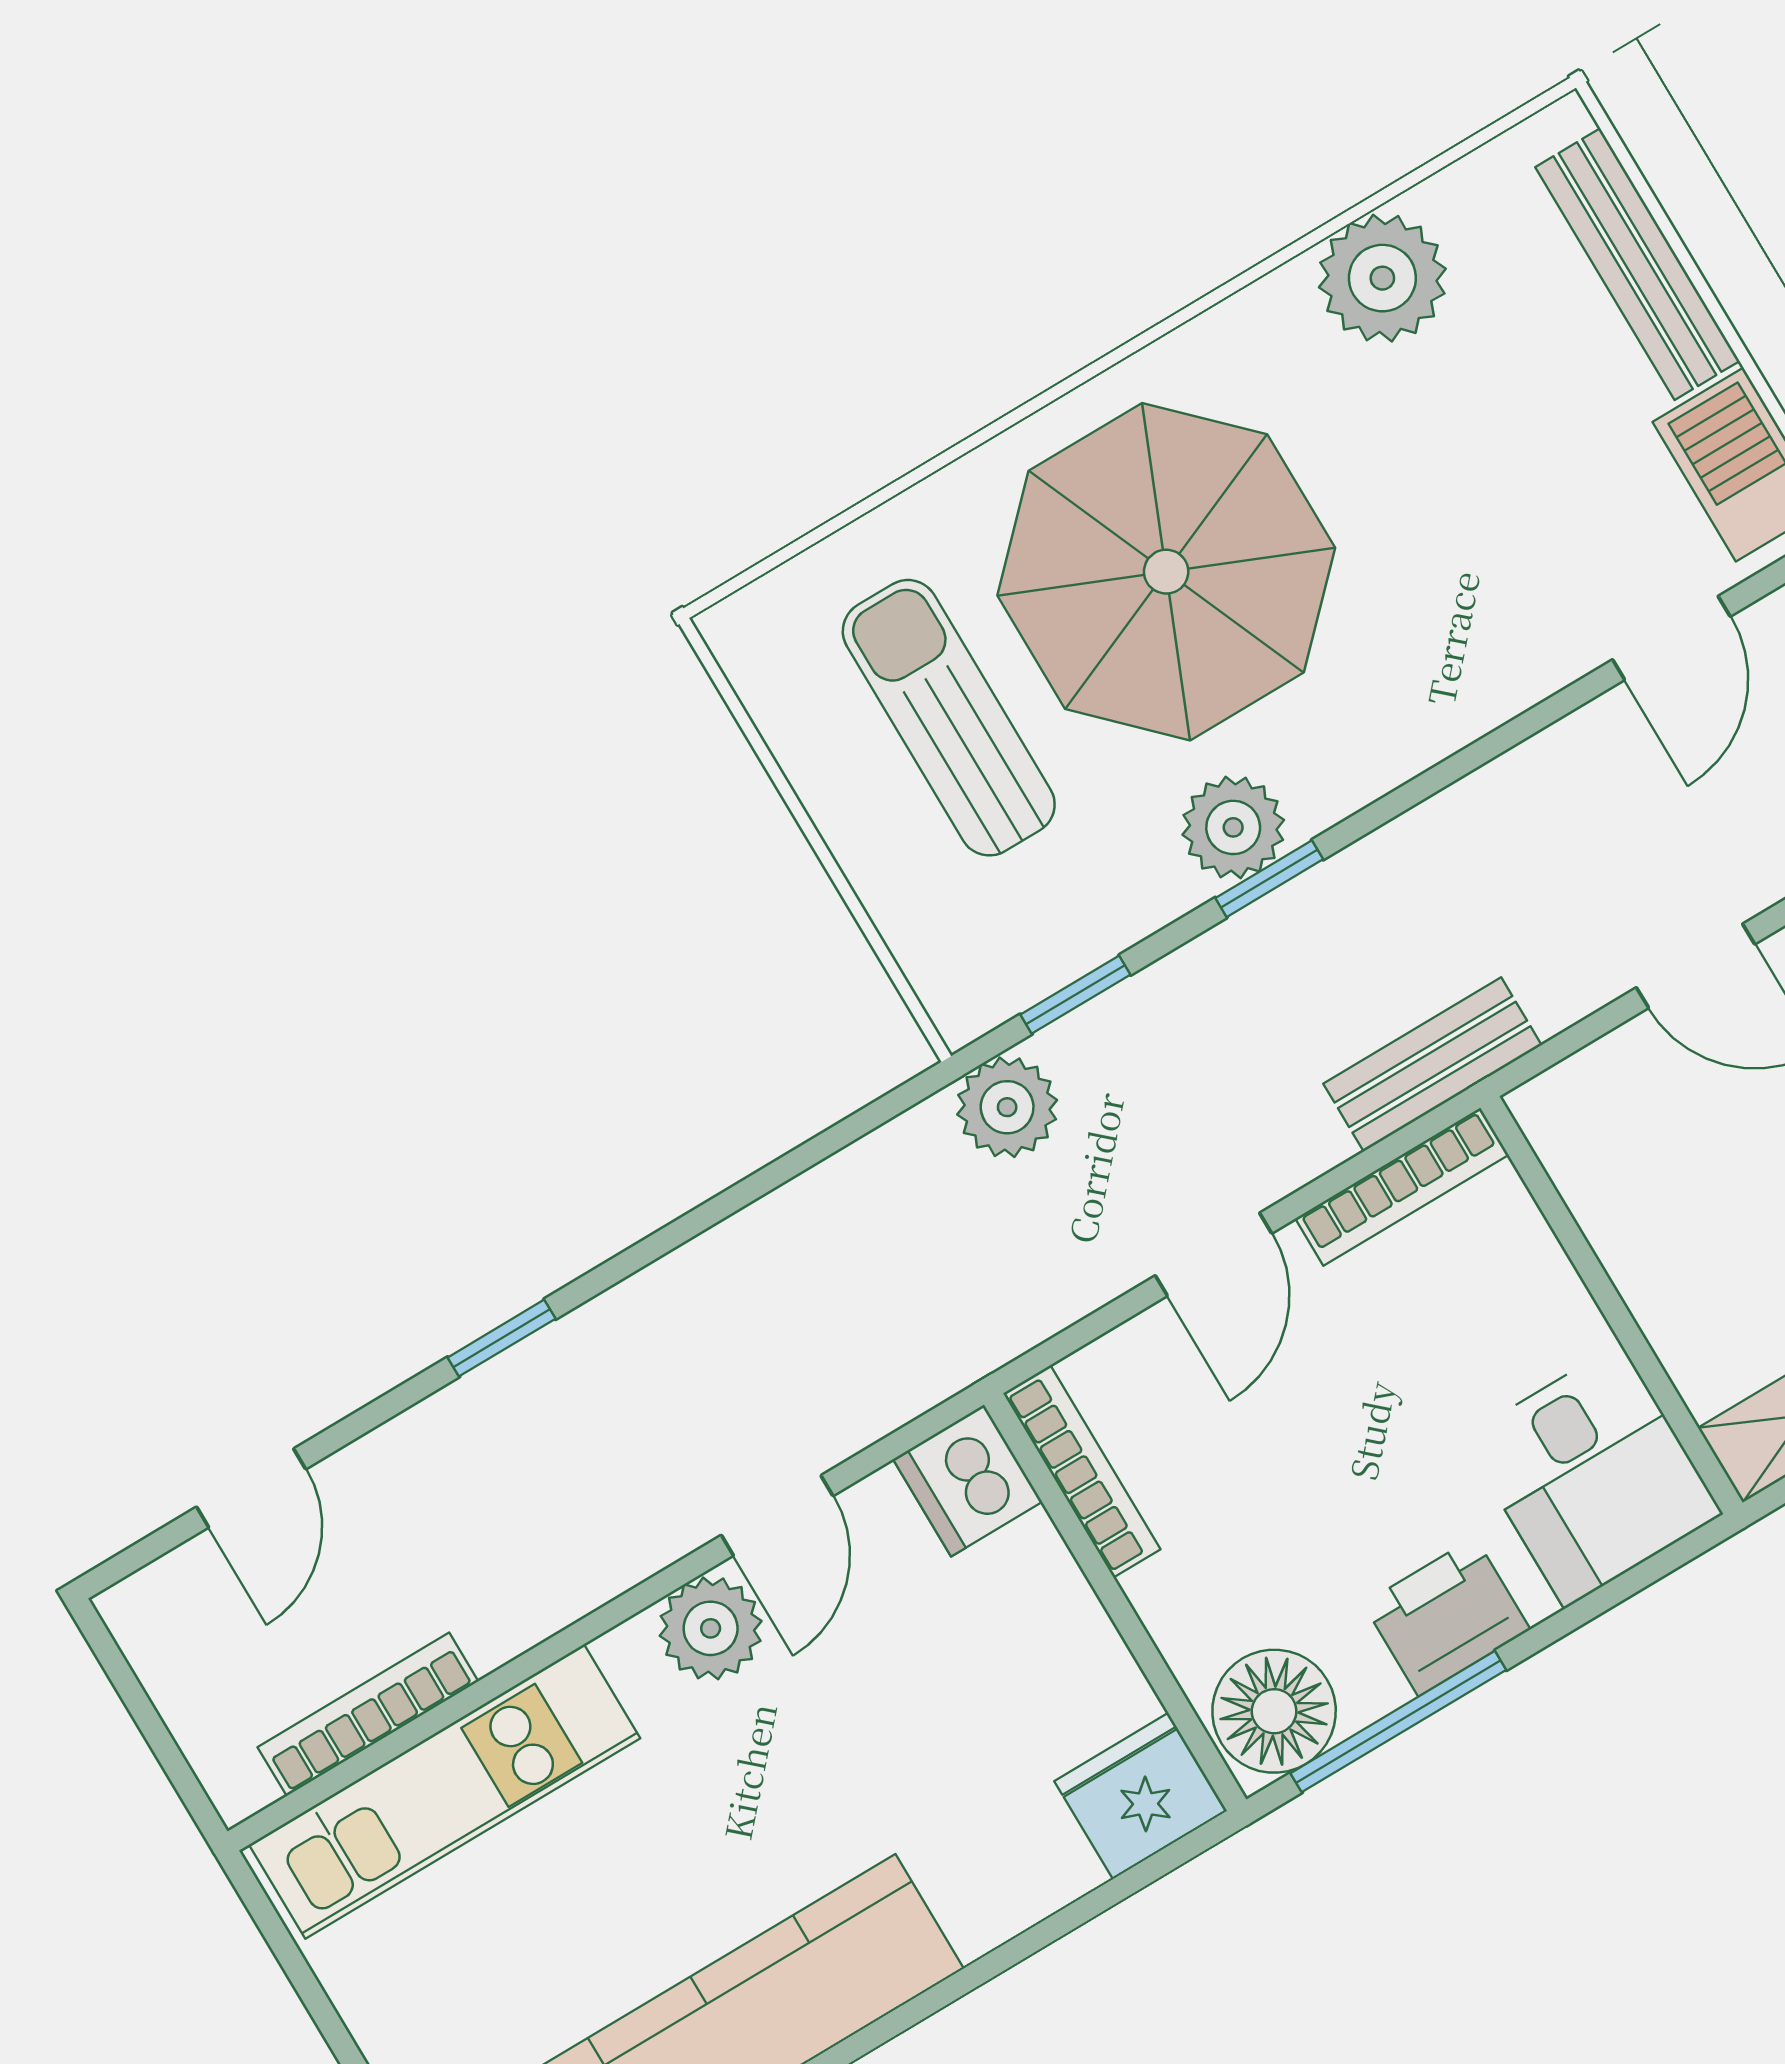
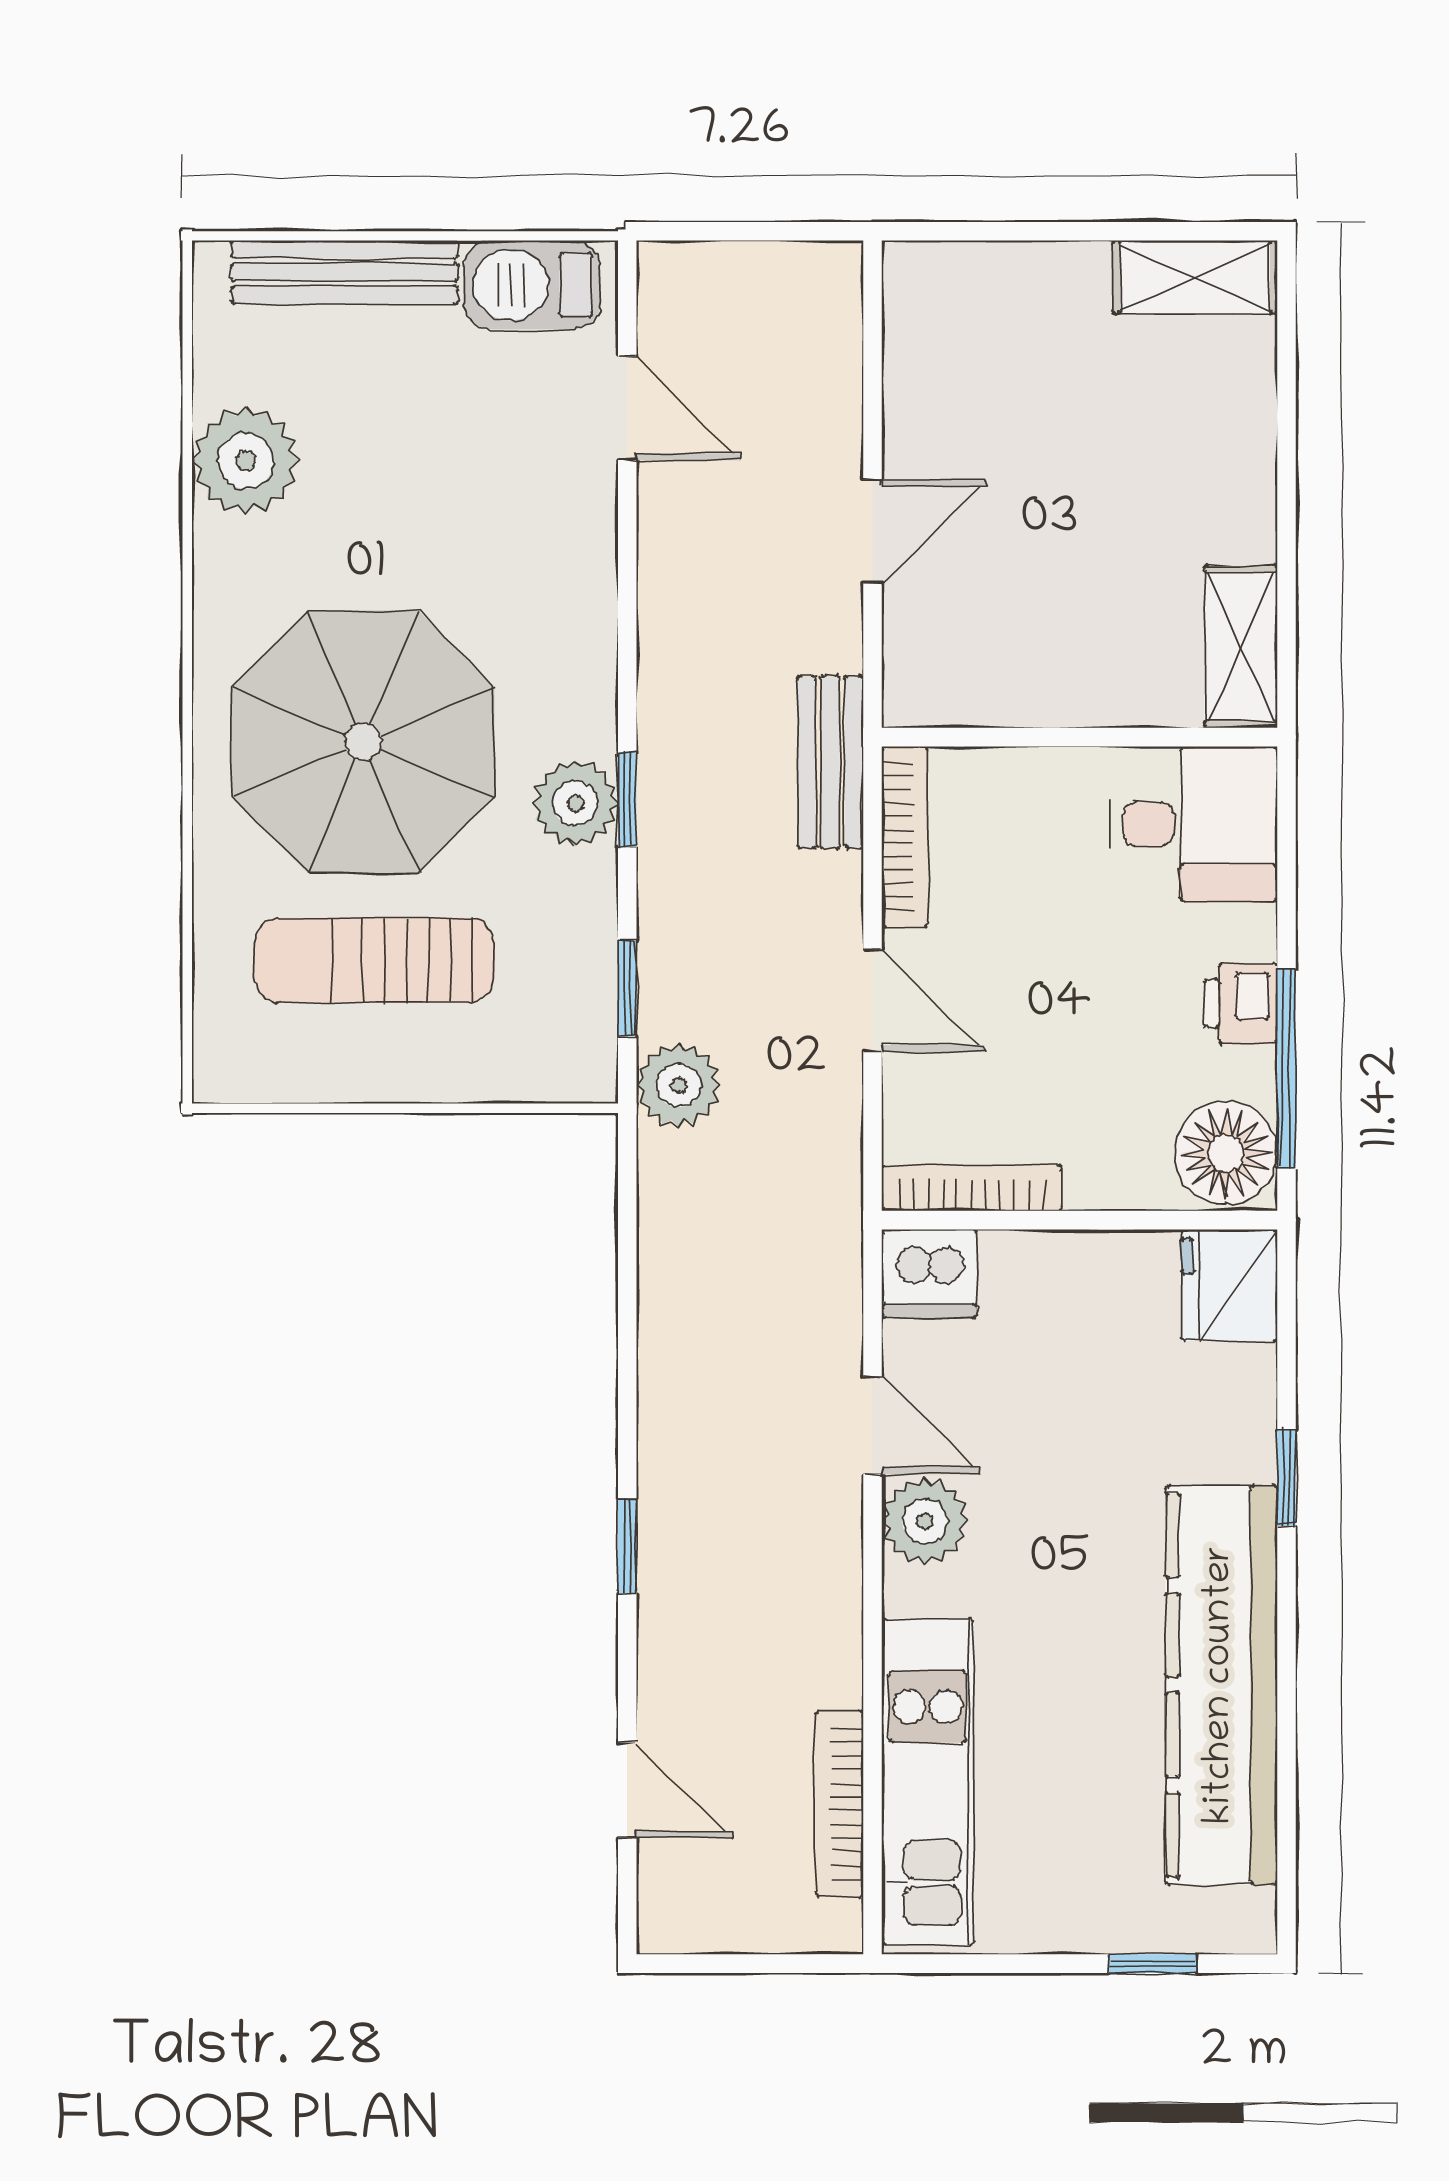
printer: (1447, 1617) -> (1241, 1003), width x0.73, depth x0.81
window: (978, 1973) -> (1286, 1478), added

